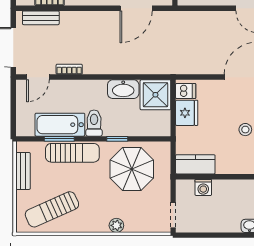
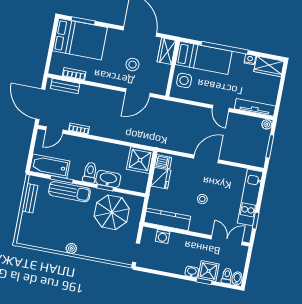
washbasin: (123, 89) -> (108, 179), moved, turned 180
bathtub: (60, 125) -> (50, 166), moved
kitchen counter: (195, 164) -> (167, 219), width x1.50
sun lounger: (52, 209) -> (46, 231), removed
plant: (116, 225) -> (71, 248), moved

